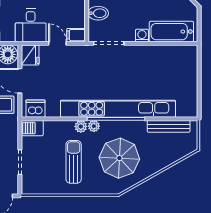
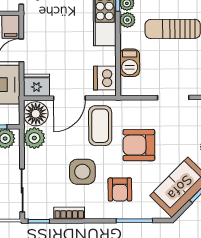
barbecue: (32, 128) -> (130, 63), moved

